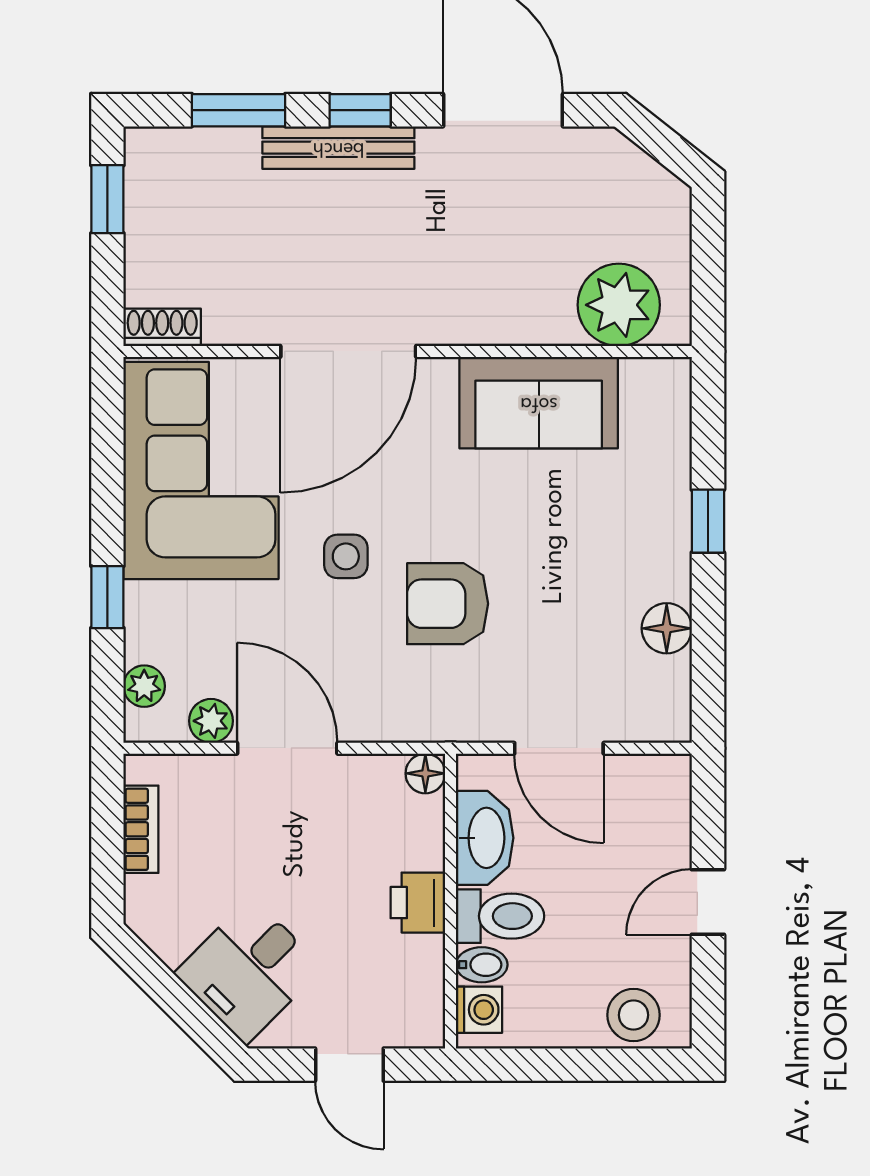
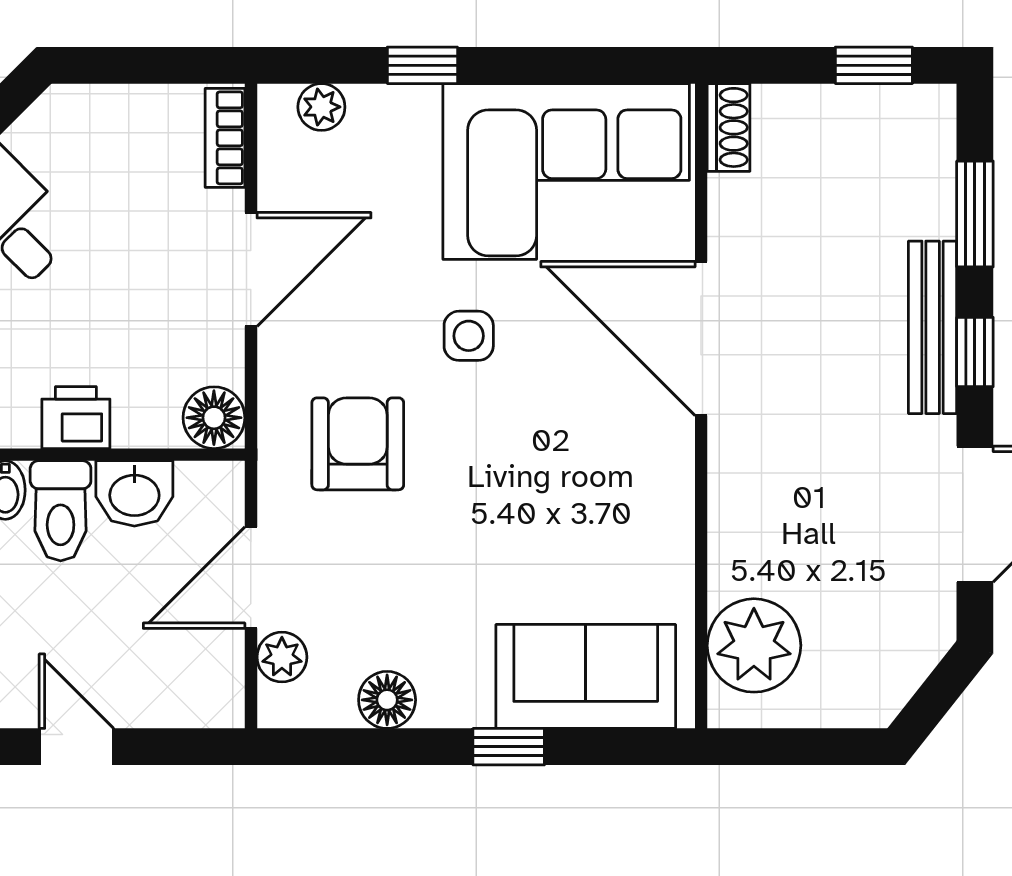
sofa: (539, 403) -> (586, 676), moved, turned 90
armchair: (448, 604) -> (358, 444), moved
plant: (211, 721) -> (282, 657), moved
floor lamp: (425, 773) -> (214, 418), width x1.37, depth x1.37
bookcase: (141, 829) -> (225, 138), moved, turned 90
washbasin: (485, 838) -> (134, 493), width x0.72

